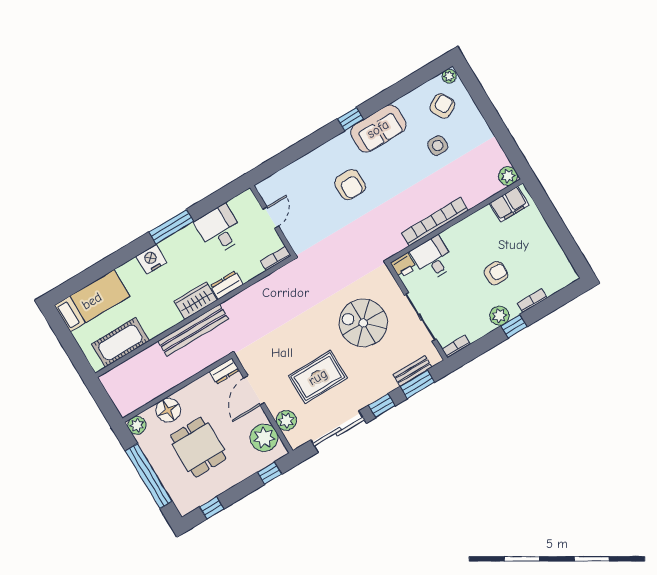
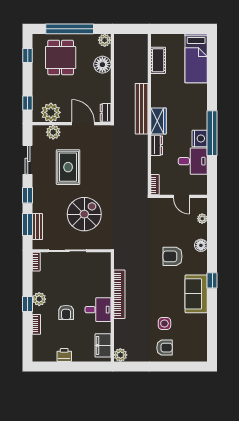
plant: (449, 76) -> (202, 219), moved
armchair: (442, 106) -> (164, 348), moved, turned -61
floor lamp: (316, 158) -> (201, 245), added
window: (171, 227) -> (212, 133), width x1.46
desk: (433, 258) -> (98, 310), moved
nightstand: (151, 259) -> (200, 138), moved
printer: (404, 265) -> (64, 355), moved, turned 90
cot: (120, 343) -> (158, 60), width x0.73, depth x0.75
sliding door: (339, 432) -> (28, 160), width x0.73
dining table: (198, 447) -> (61, 57), moved, turned 90

